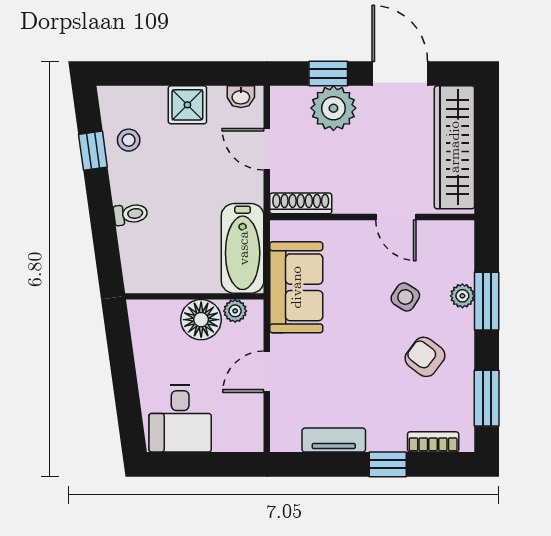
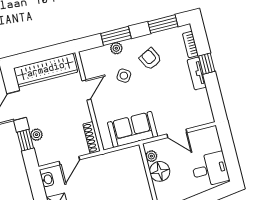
plant: (333, 108) -> (36, 135), width x0.53, depth x0.53
bathtub: (243, 248) -> (120, 160), removed
armchair: (425, 357) -> (150, 59), turned 116
tv unit: (334, 440) -> (197, 73), moved

